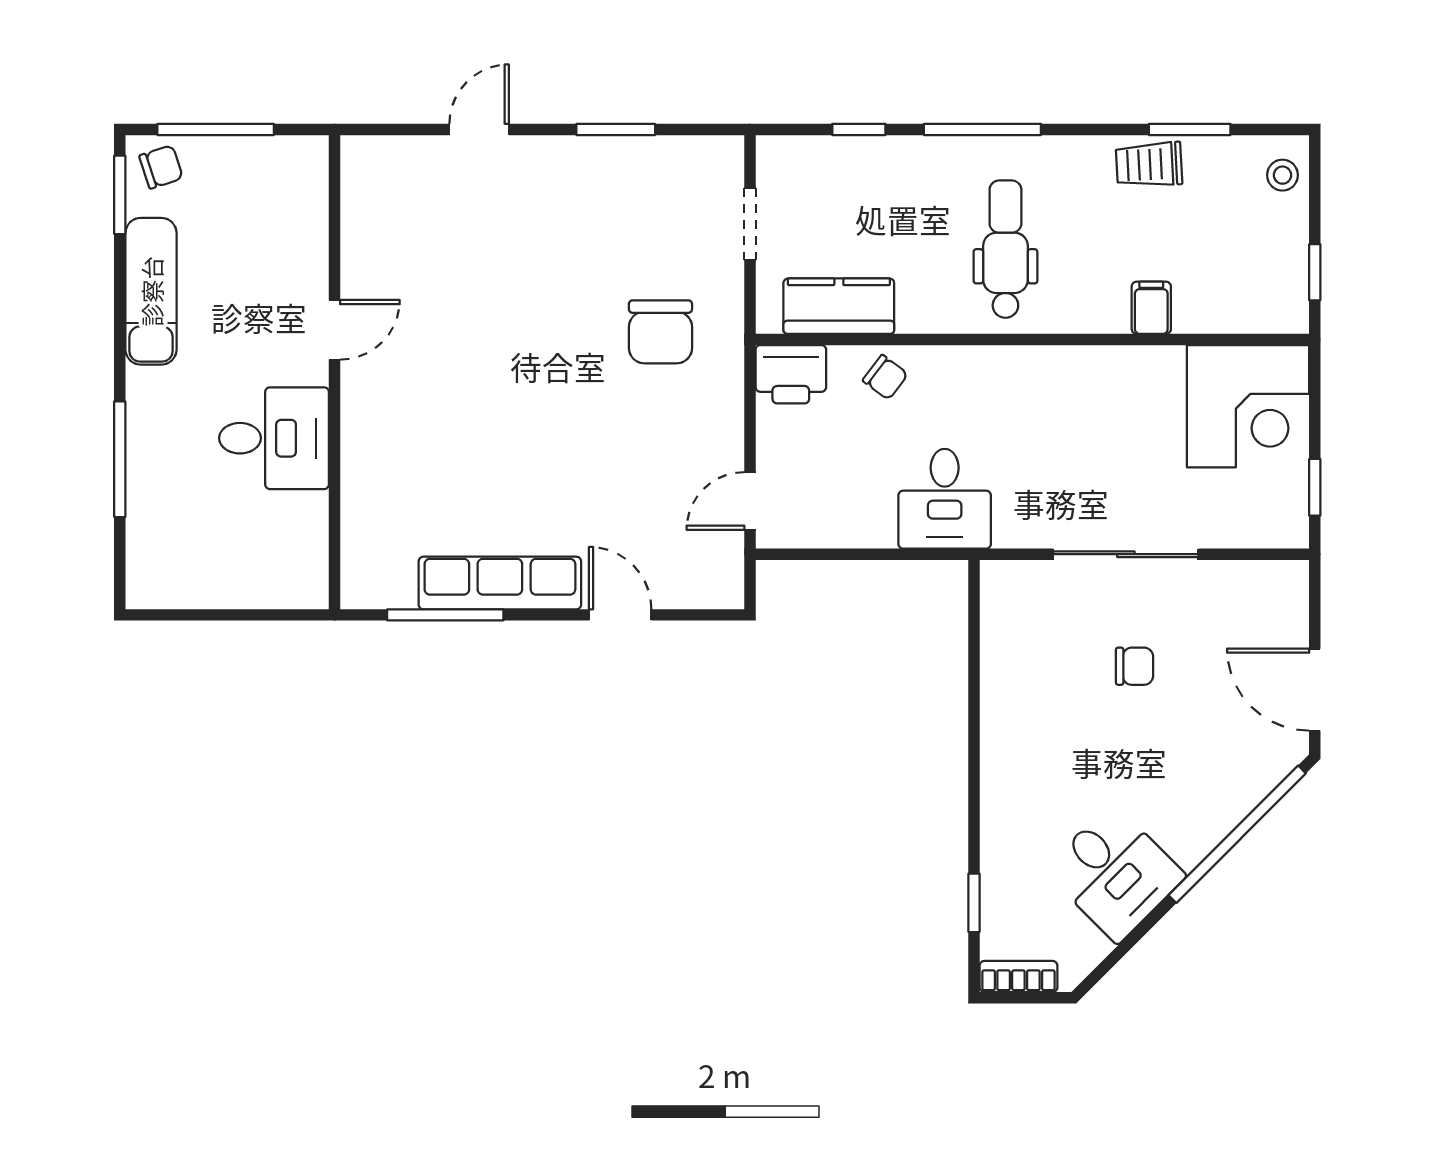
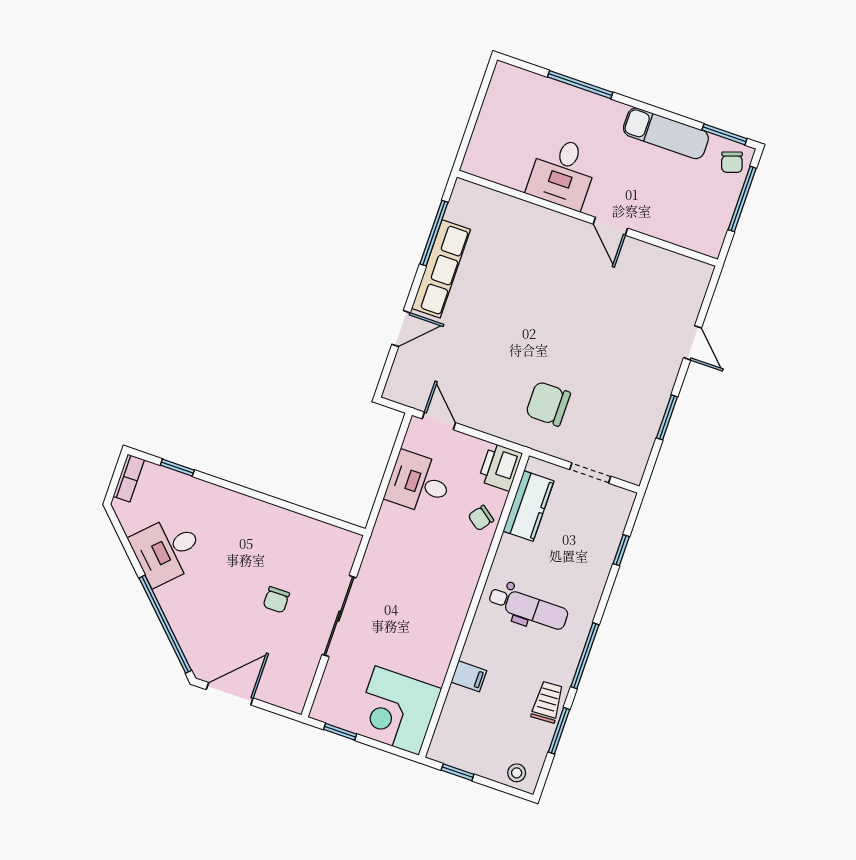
window: (982, 129) -> (585, 656), moved
desk: (945, 499) -> (419, 483), moved

